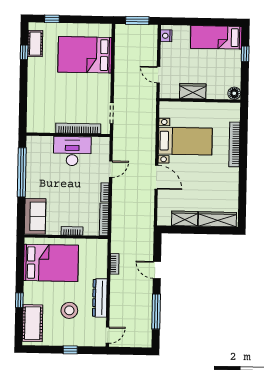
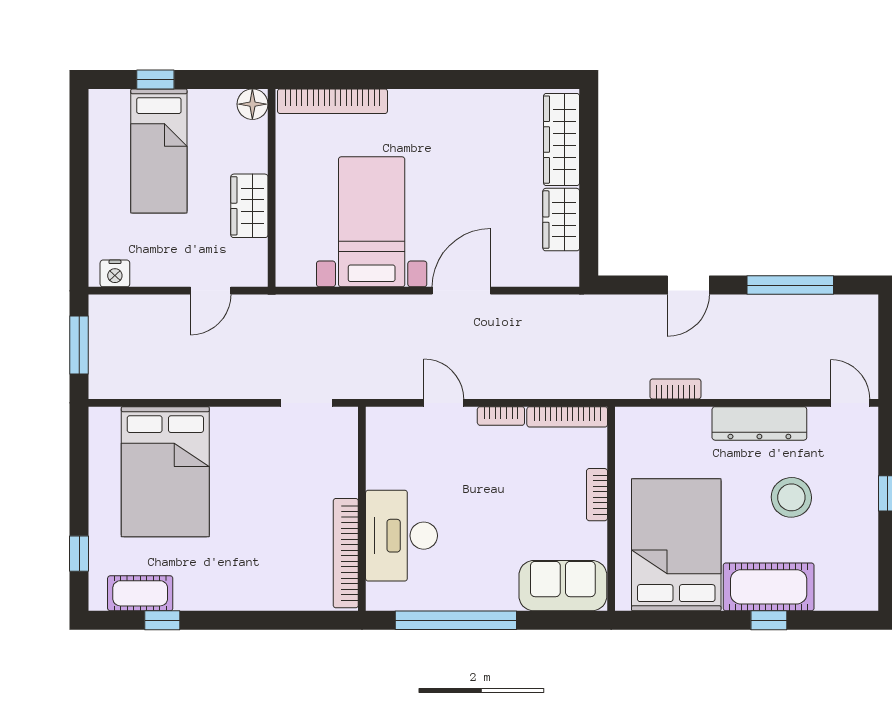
bed: (216, 37) -> (159, 151), moved
bookcase: (78, 128) -> (346, 553), moved
bookcase: (234, 144) -> (332, 101), moved
desk: (72, 151) -> (401, 536), moved
cot: (33, 323) -> (769, 587), moved

